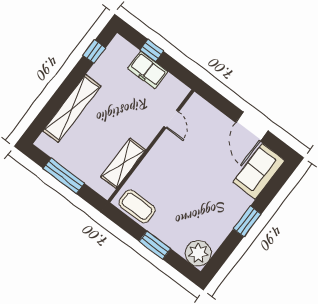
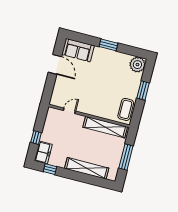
freezer: (148, 70) -> (43, 153), moved
door: (252, 127) -> (55, 64), hinge flipped
shelving: (123, 163) -> (105, 127), width x1.47

